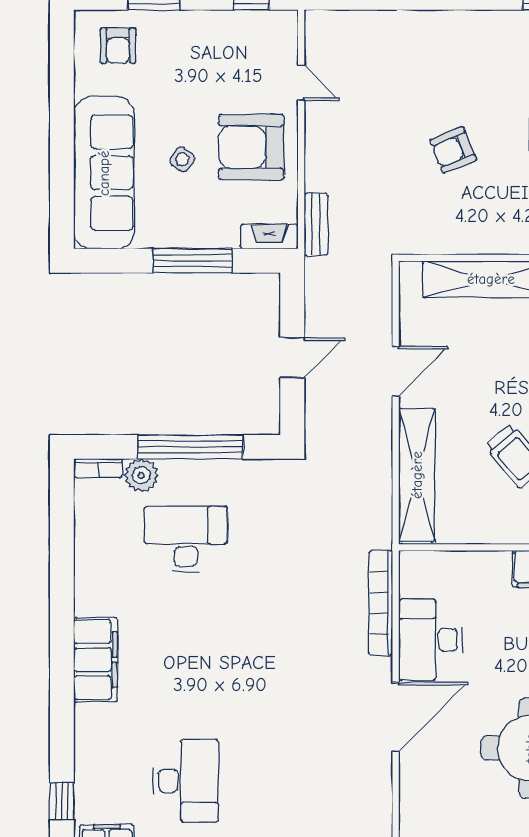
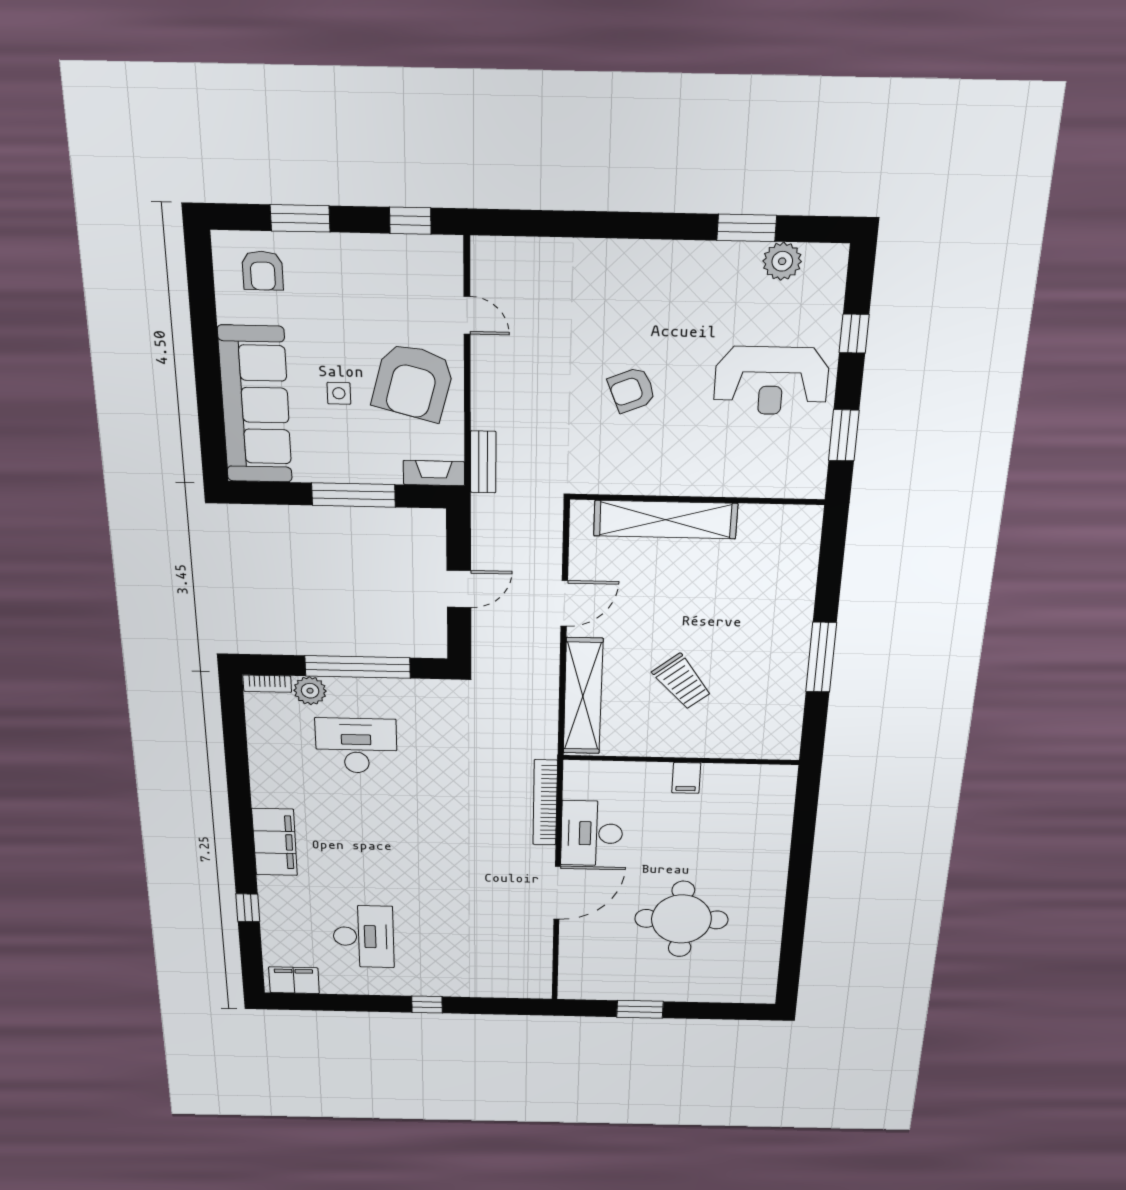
armchair: (251, 147) -> (413, 382), turned -75
side table: (182, 159) -> (339, 393), turned -37
window: (62, 801) -> (248, 908), moved

